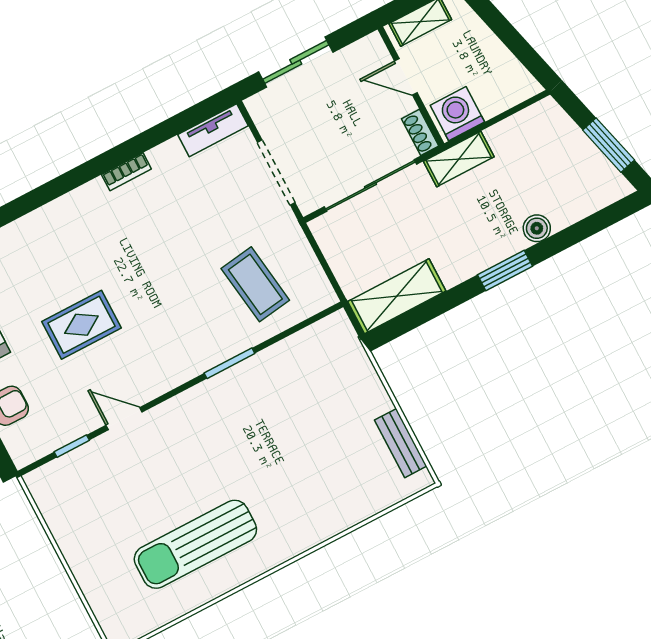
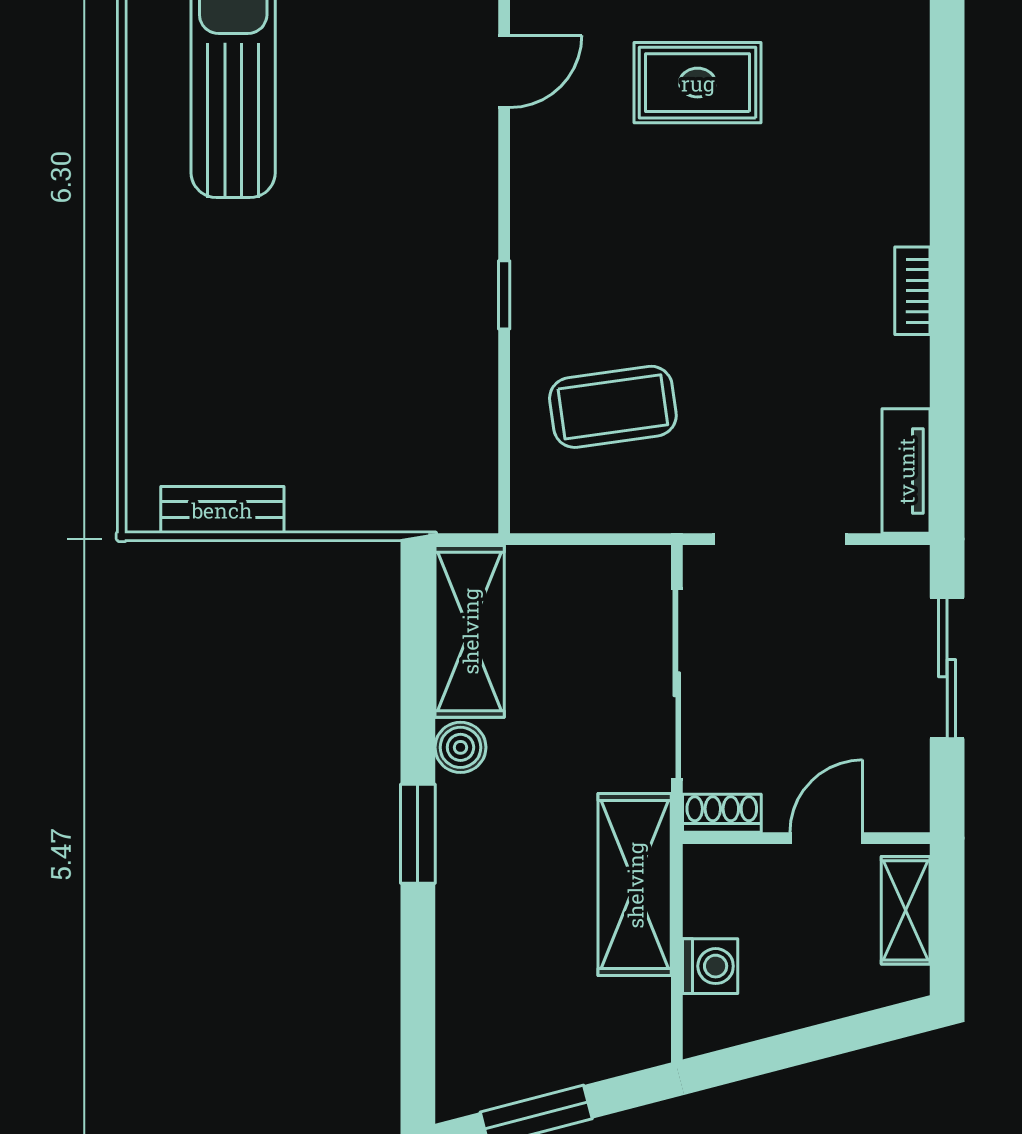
washing machine: (457, 114) -> (710, 966), moved, width x0.73, depth x0.73
shelving: (459, 159) -> (635, 885), width x1.50, depth x1.33
boiler: (537, 228) -> (460, 747), moved
rug: (81, 325) -> (698, 83), turned 90
window: (229, 363) -> (504, 295), width x0.67

